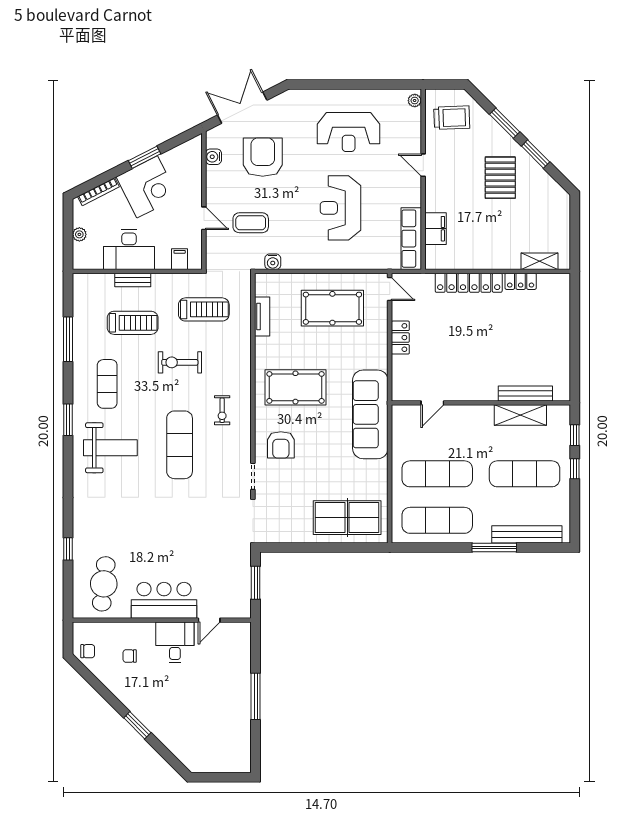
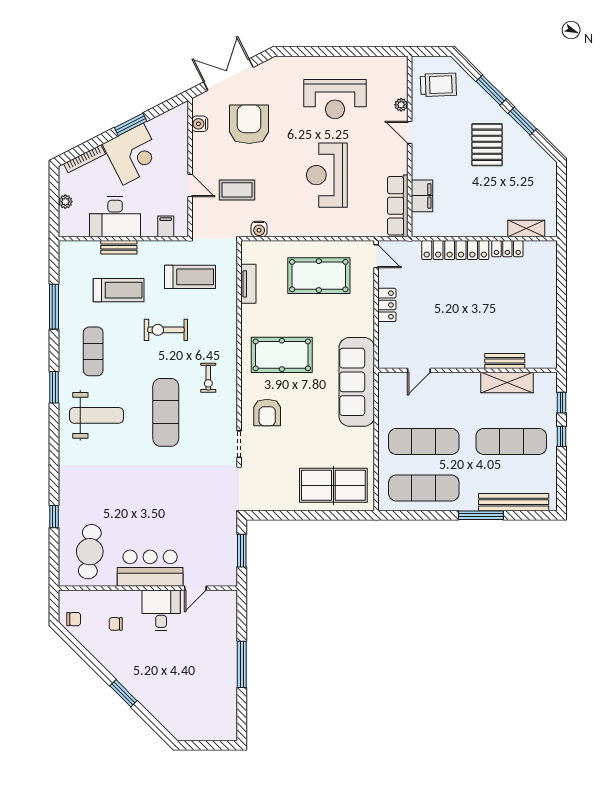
plant: (415, 101) -> (401, 105), moved
bench: (525, 393) -> (505, 361), width x0.73

